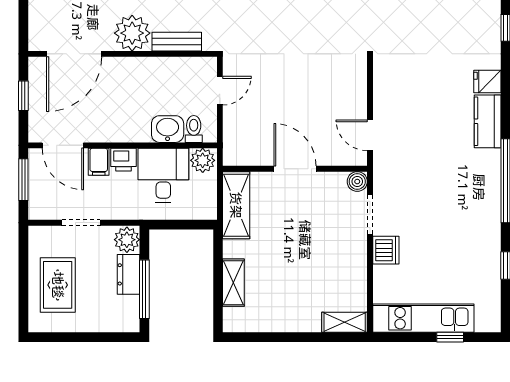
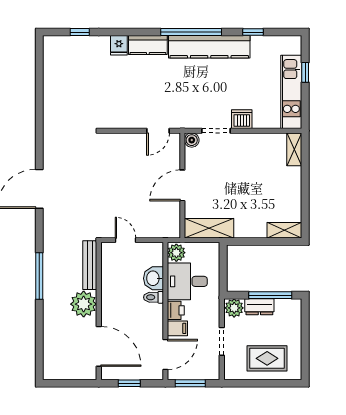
bench: (177, 42) -> (90, 265), width x1.36
toilet: (194, 129) -> (153, 297), moved
kitchen counter: (485, 206) -> (209, 47), added
shelving: (233, 283) -> (284, 230), moved

